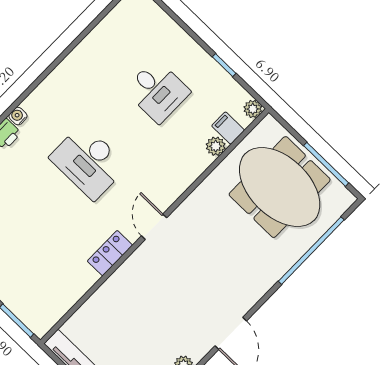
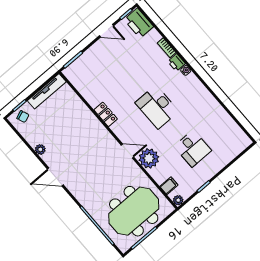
desk: (157, 91) -> (193, 148), turned -90
plant: (216, 146) -> (149, 158), moved, width x1.87, depth x1.87
desk: (88, 162) -> (157, 107), turned -90
door: (154, 227) -> (127, 151), moved

